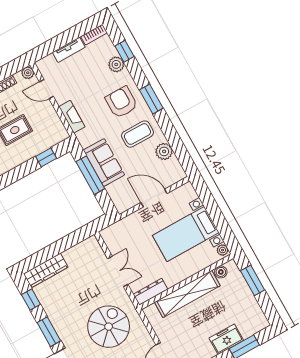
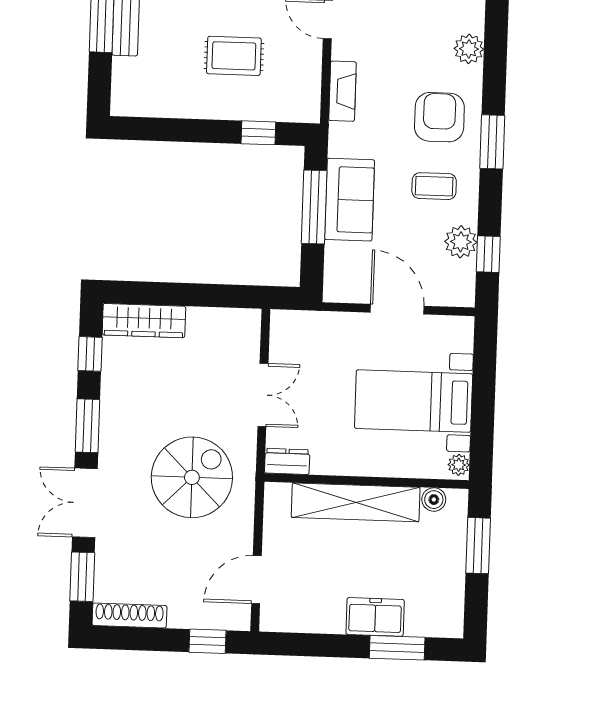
window: (124, 51) -> (488, 254), moved
coffee table: (137, 134) -> (434, 186), width x0.73, depth x0.77
dresser: (151, 292) -> (287, 461), width x0.70

